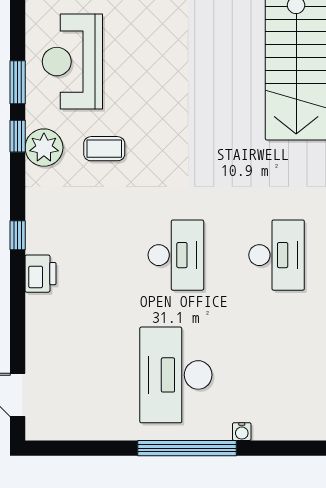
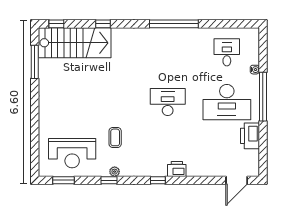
window: (18, 82) -> (64, 180), moved
plant: (44, 148) -> (115, 172), width x0.53, depth x0.53
desk: (277, 255) -> (227, 52), moved, width x0.73
printer: (107, 422) -> (250, 136), added

